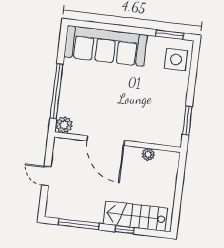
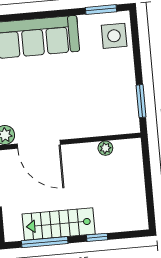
door: (106, 141) -> (39, 144), moved
stairs: (135, 216) -> (59, 224), moved

